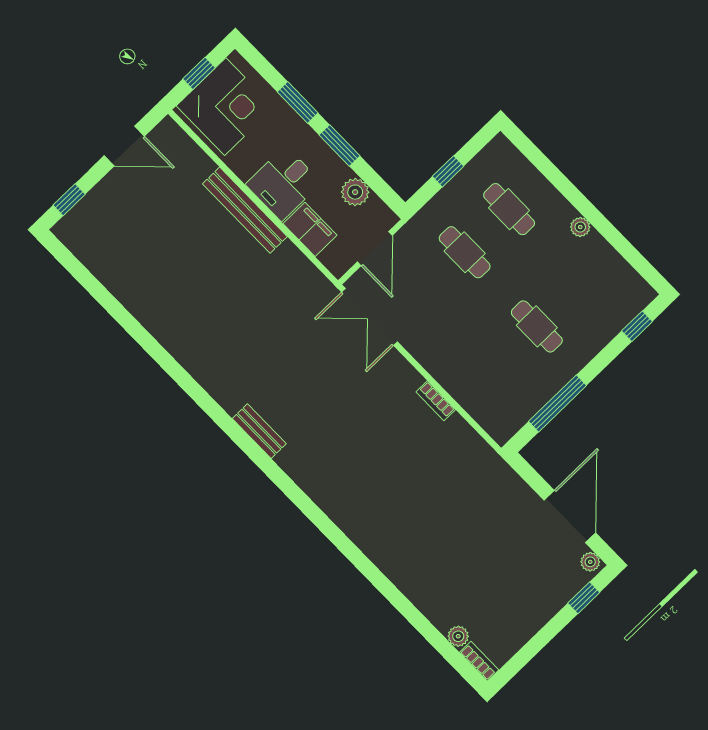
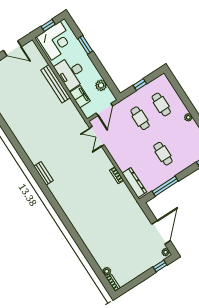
window: (340, 145) -> (98, 65), removed
desk: (284, 183) -> (71, 73), width x1.37
double door: (370, 317) -> (97, 136), width x0.73
dresser: (482, 410) -> (134, 183), added

